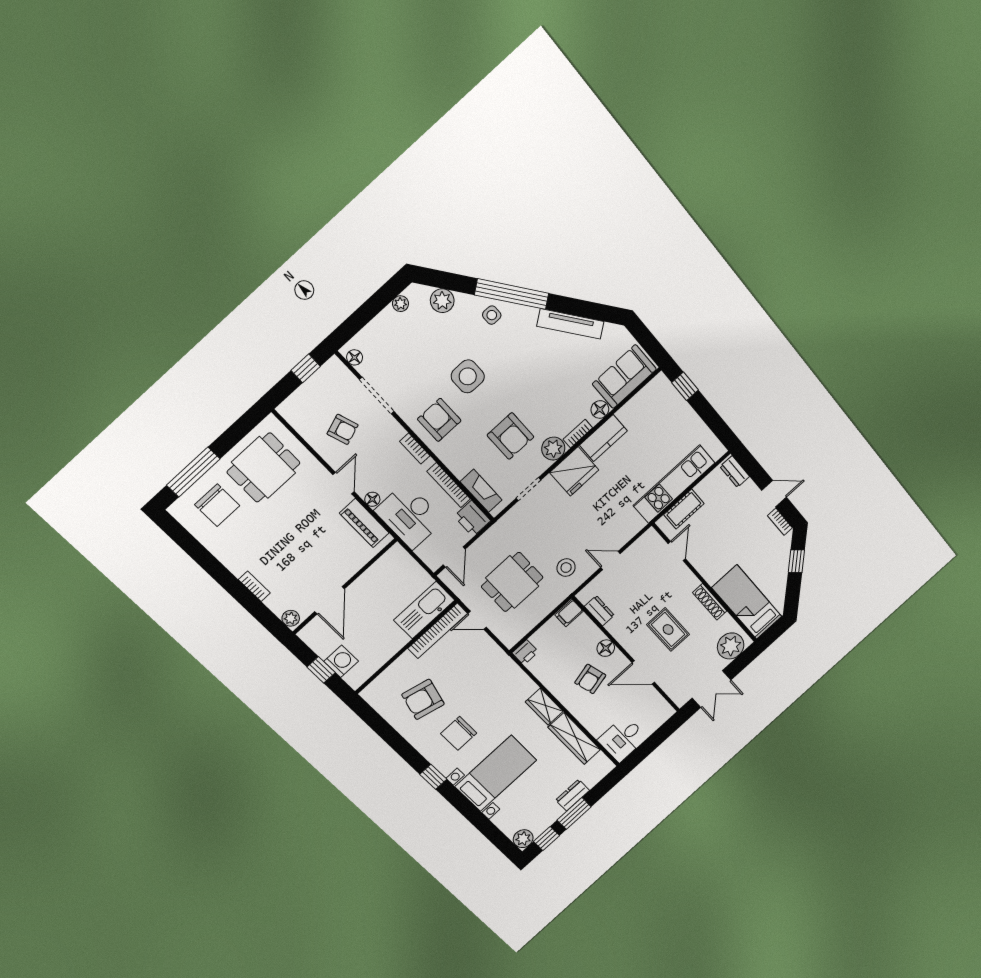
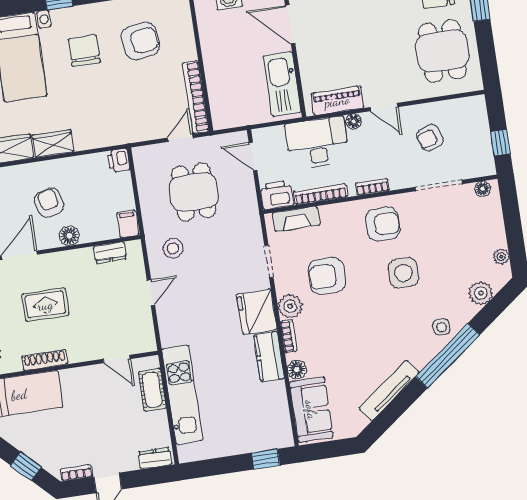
kitchen sink: (424, 610) -> (282, 84), moved, turned 180
armchair: (423, 699) -> (140, 41), turned 69

